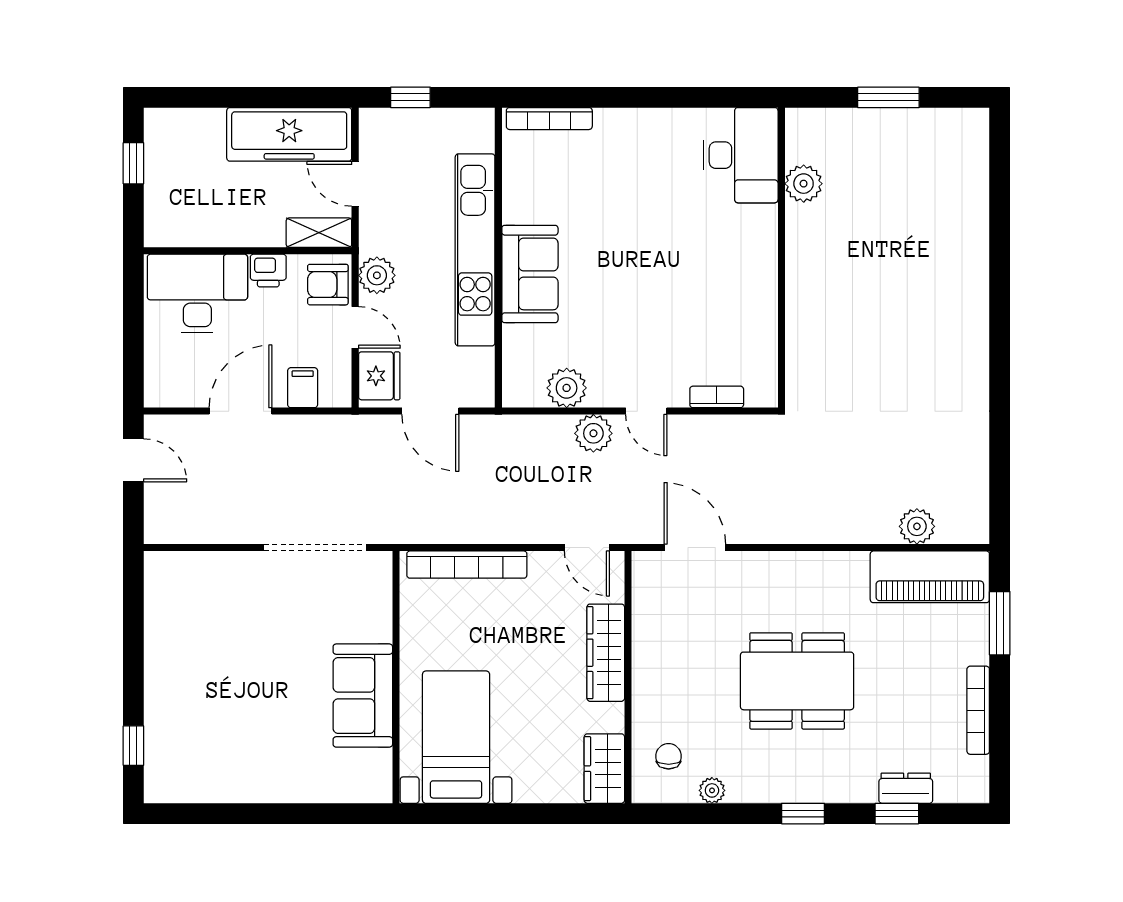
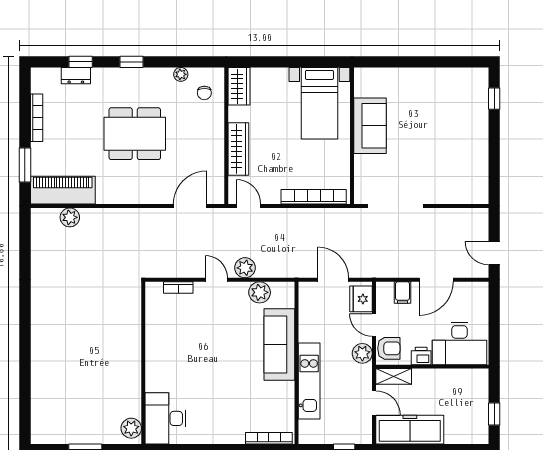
plant: (804, 184) -> (131, 428), moved
kitchen unit: (475, 250) -> (309, 381), width x0.73
sofa: (530, 274) -> (279, 345), width x1.36
door: (695, 547) -> (190, 206), swing flipped

